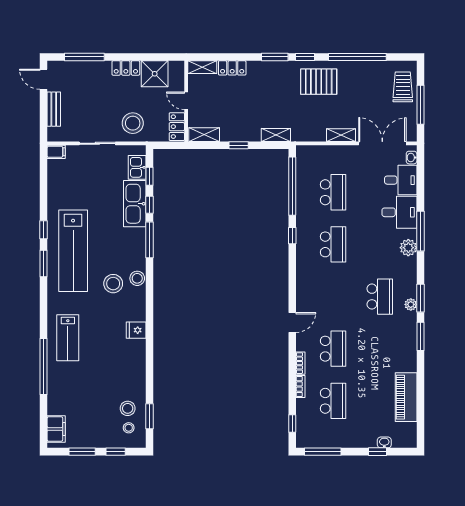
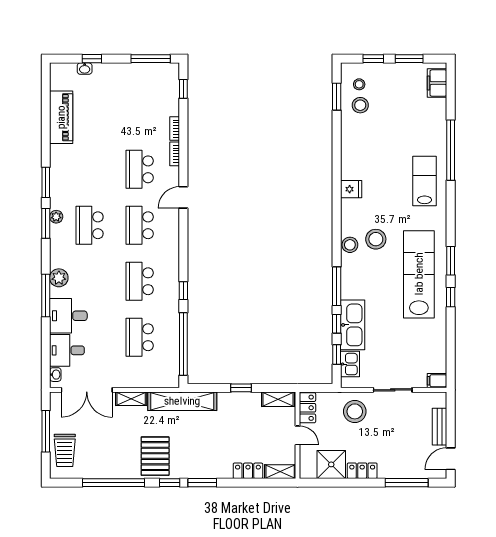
door: (44, 79) -> (451, 459), swing flipped
pallet: (319, 82) -> (155, 456), turned 90
shelving: (276, 135) -> (182, 401), width x2.20, depth x1.33
school desk: (333, 401) -> (140, 225), moved

